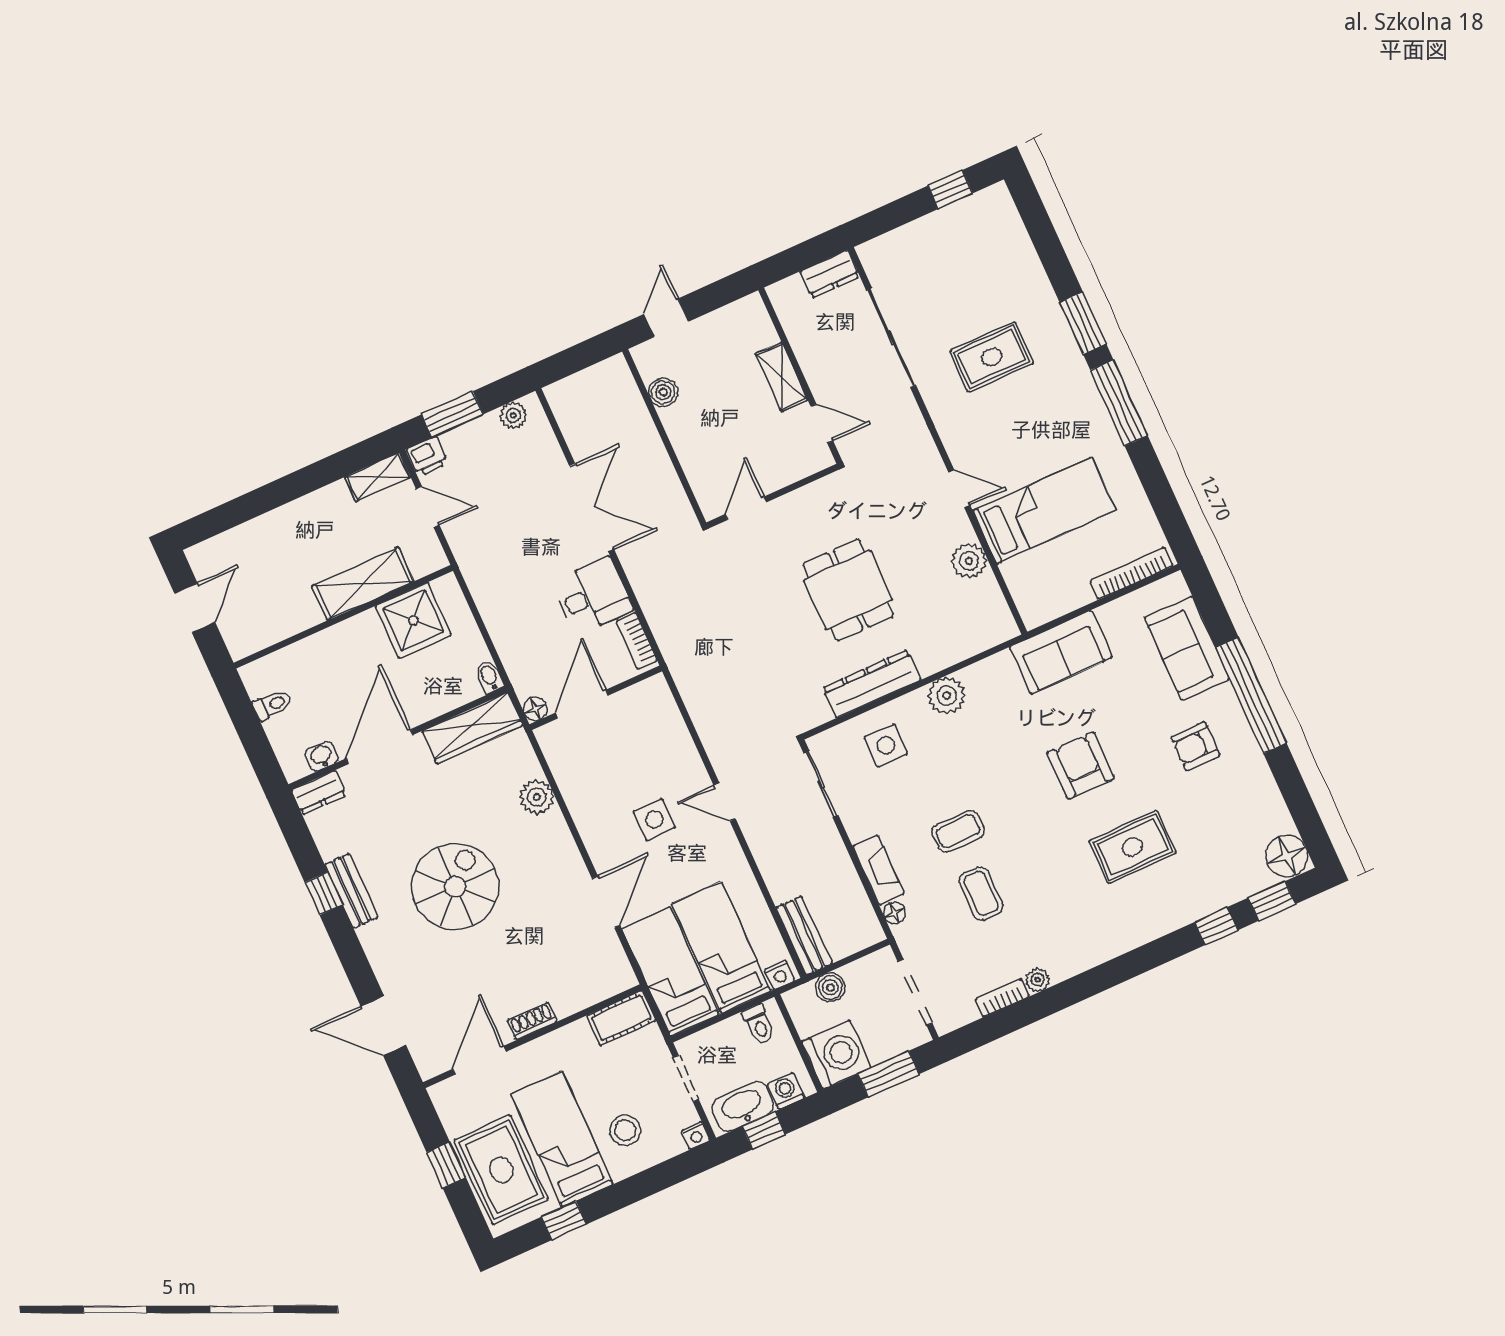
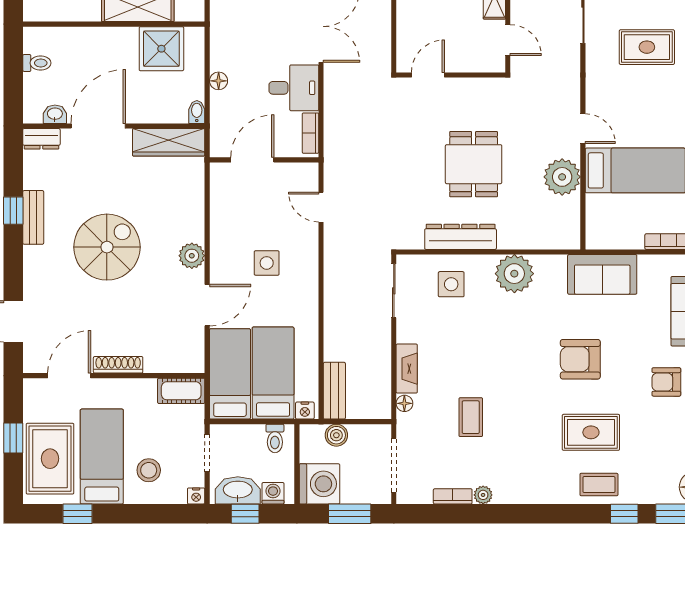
plant: (969, 561) -> (562, 177), width x1.36, depth x1.36
plant: (947, 695) -> (514, 274), width x1.36, depth x1.36
floor lamp: (535, 709) -> (219, 81), moved
armchair: (1080, 765) -> (580, 359), turned -90
plant: (537, 797) -> (192, 256), moved
door: (725, 802) -> (321, 207), moved
coffee table: (958, 831) -> (599, 485), moved
shoe rack: (532, 1021) -> (118, 365), width x1.43

